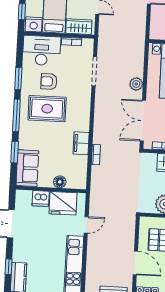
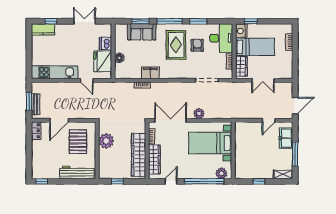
sofa: (27, 168) -> (142, 32), moved

